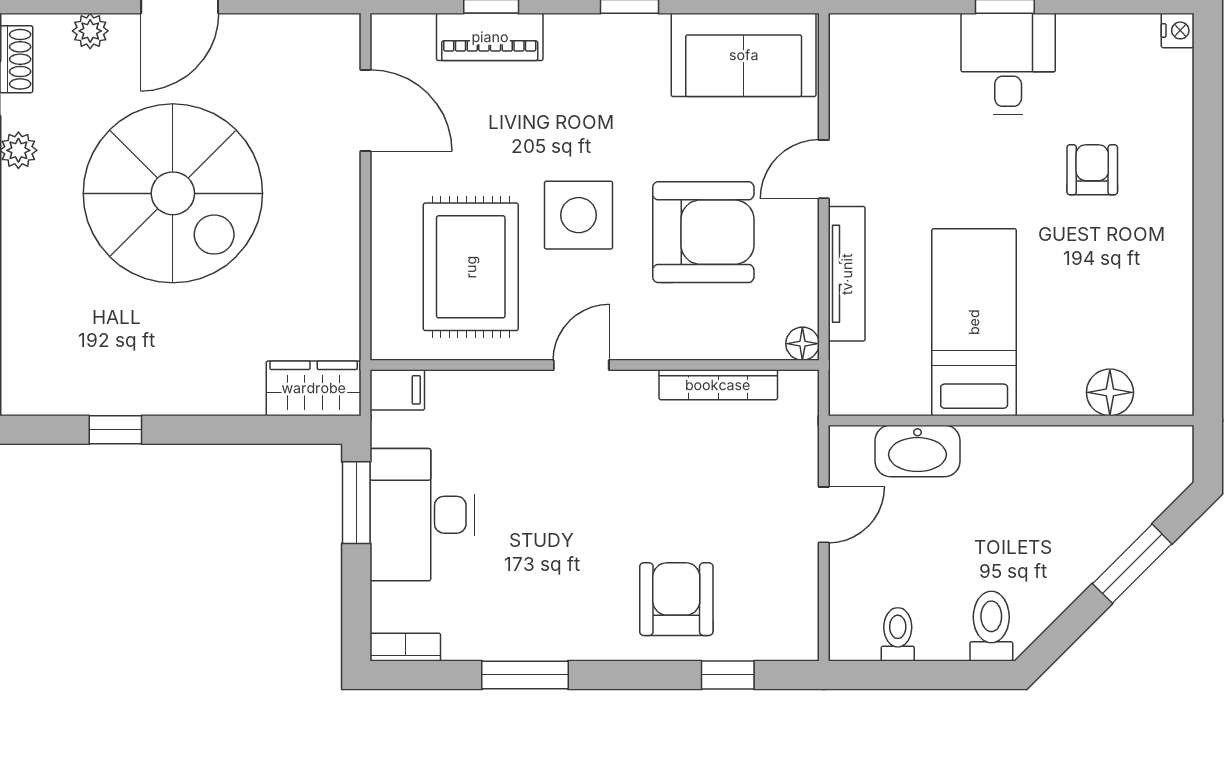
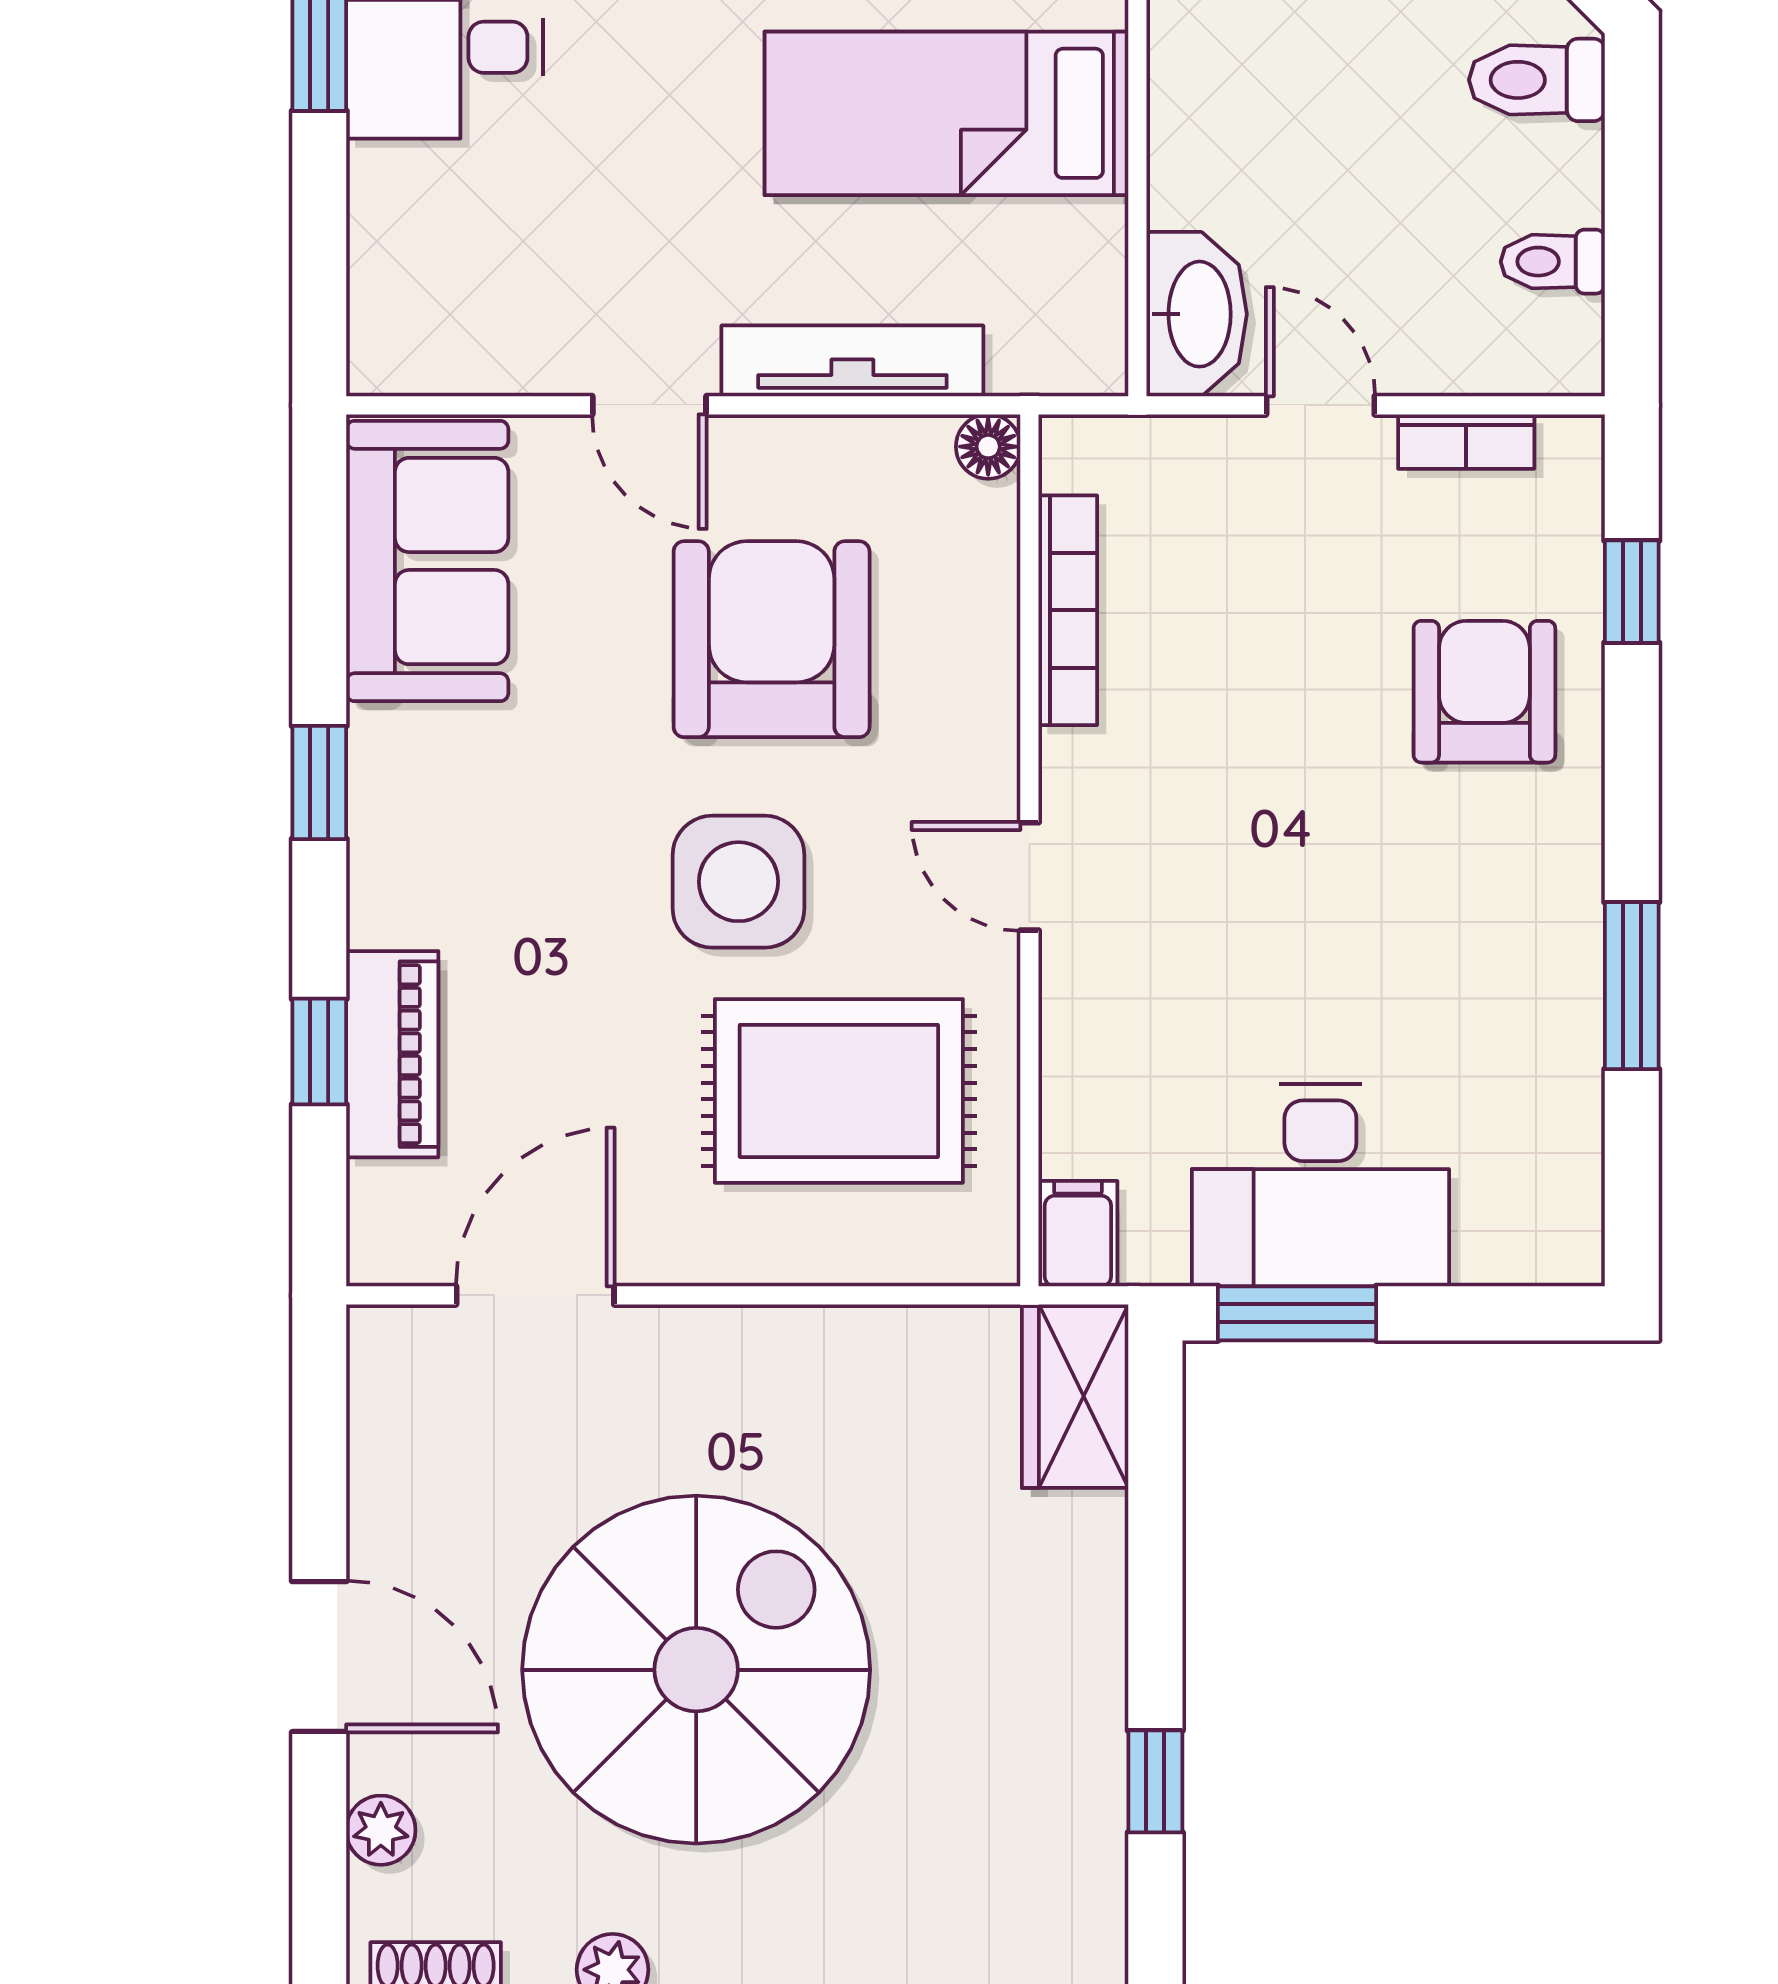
washbasin: (917, 451) -> (1197, 314), moved
armchair: (676, 599) -> (1484, 692), turned 90
bookcase: (405, 647) -> (1466, 442), moved, turned -90

